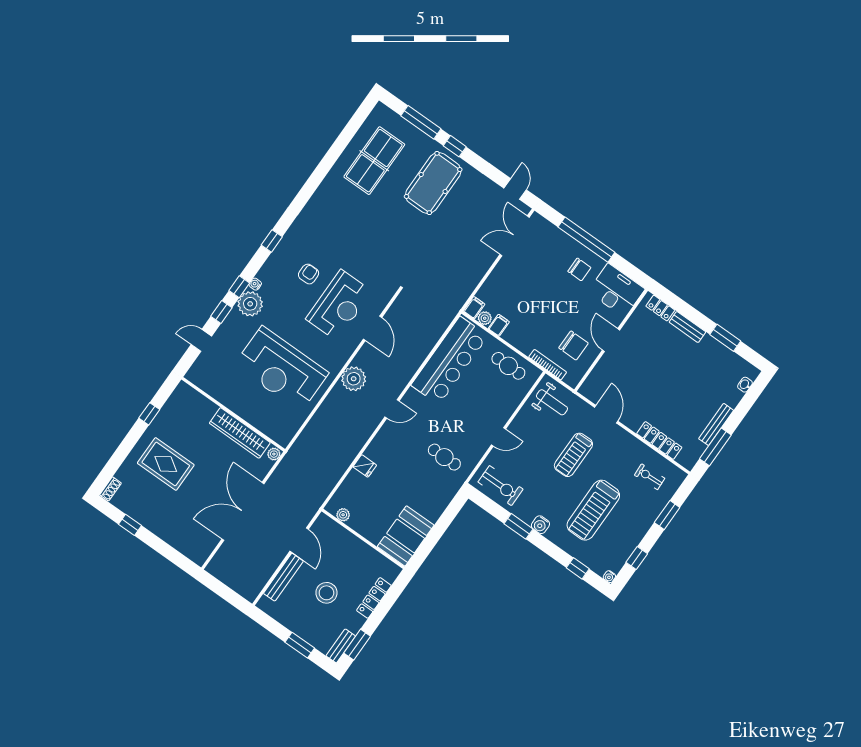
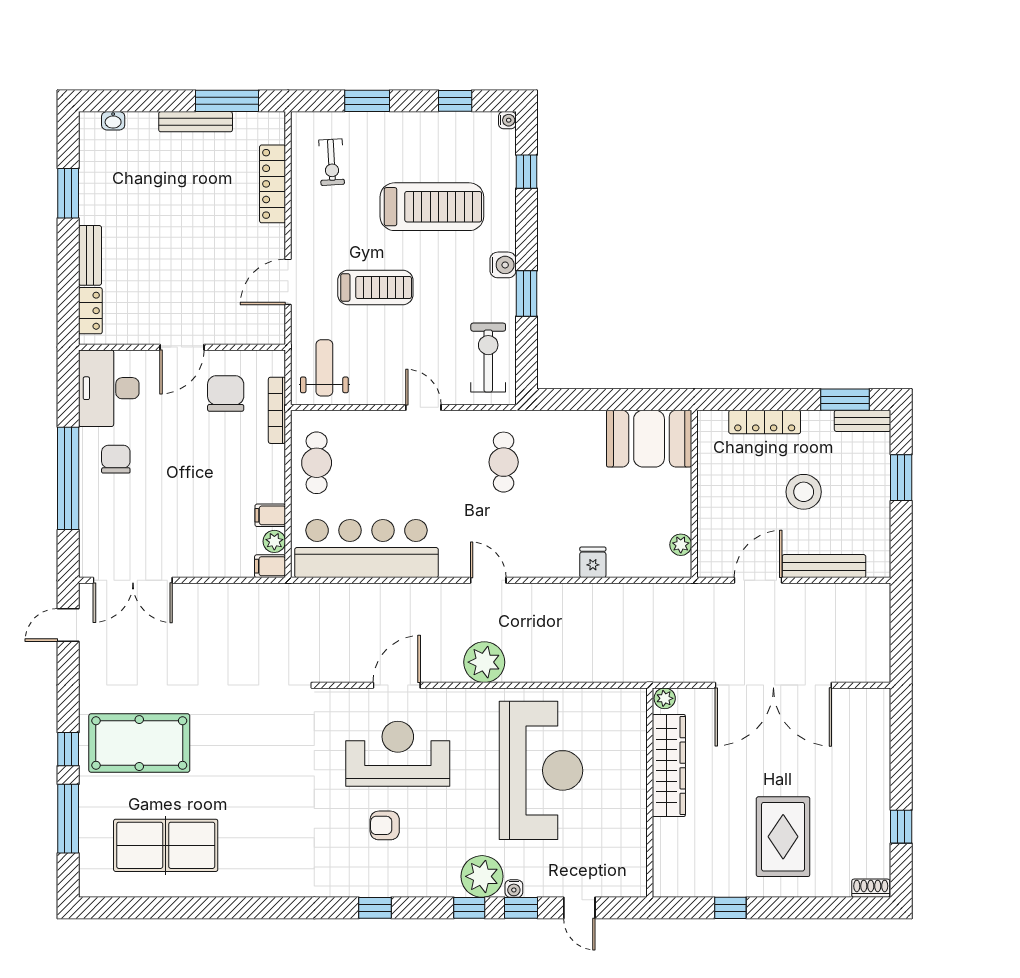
water cooler: (255, 284) -> (514, 889), moved

